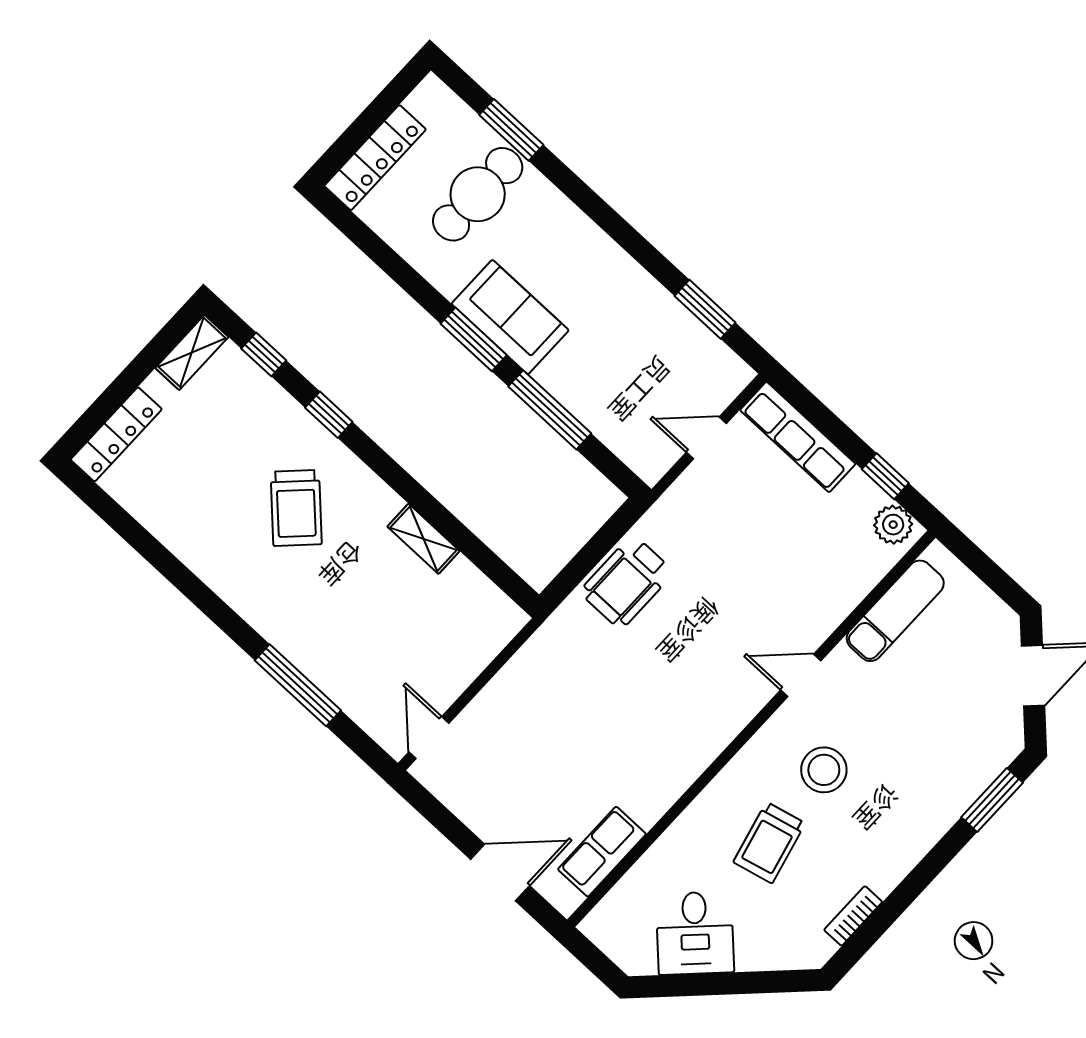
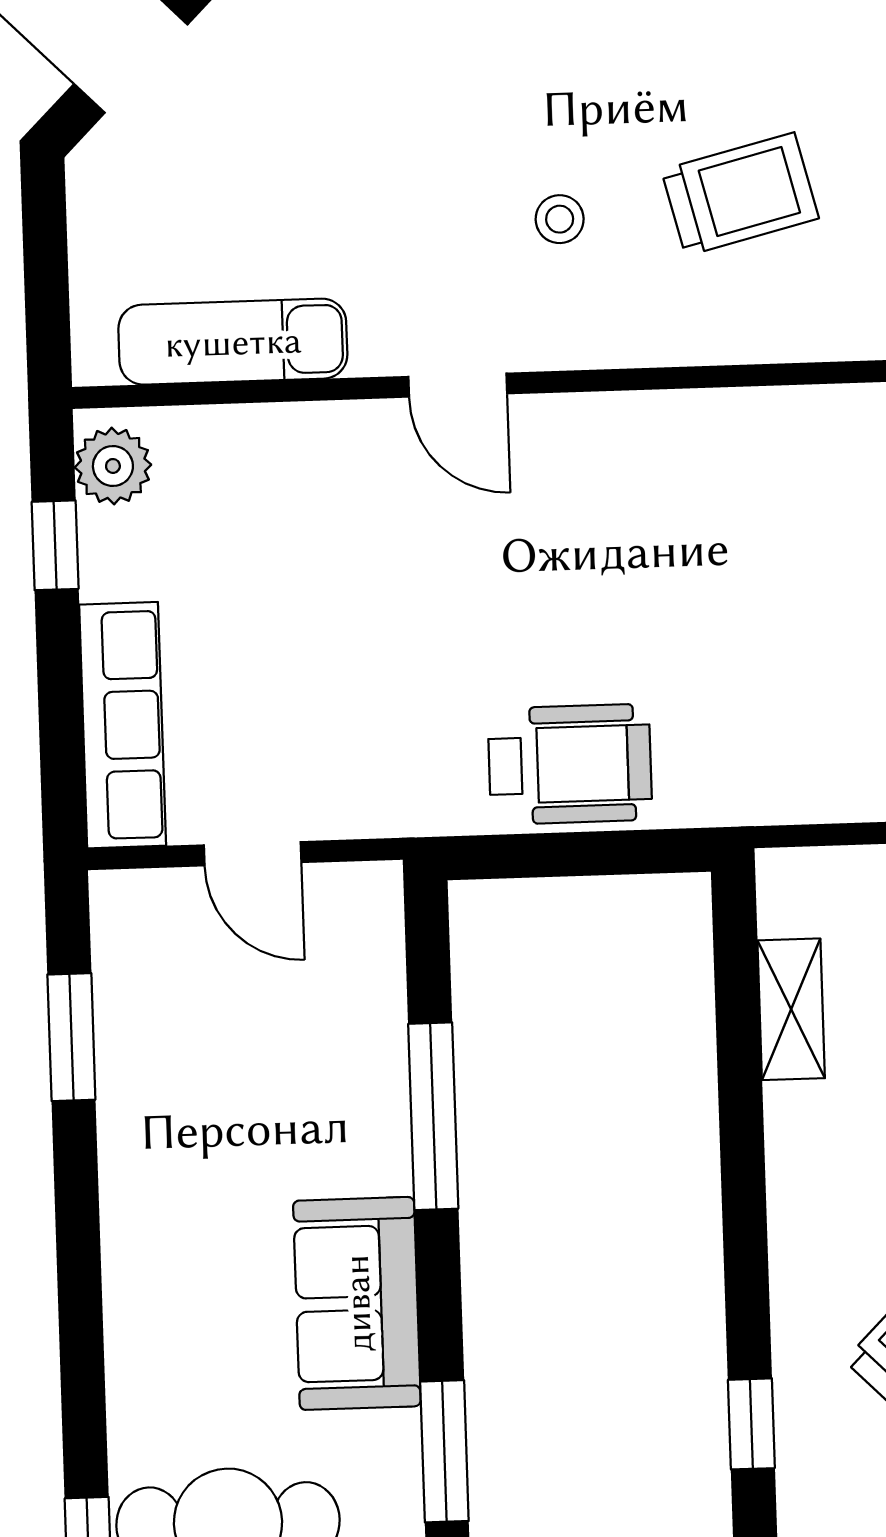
window: (474, 339) -> (444, 1451), moved
shelving: (423, 539) -> (791, 1009), moved
stool: (824, 770) -> (560, 219), width x0.53, depth x0.53

